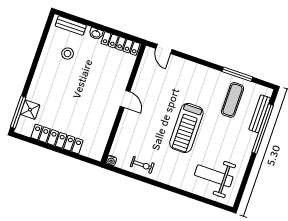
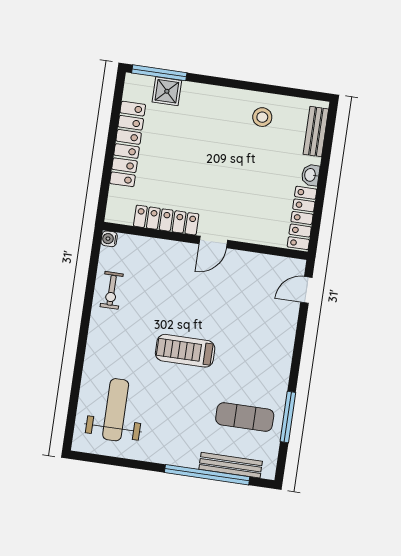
stool: (68, 54) -> (262, 117), moved
locker: (107, 125) -> (166, 220), added
treadmill: (186, 128) -> (185, 351), width x0.73, depth x0.73

